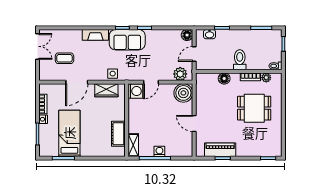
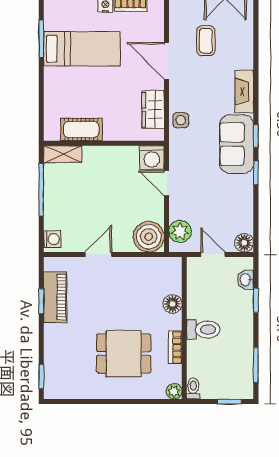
plant: (266, 78) -> (174, 391), moved
dining table: (254, 108) -> (124, 353), turned 90
washing machine: (159, 151) -> (52, 239), moved

